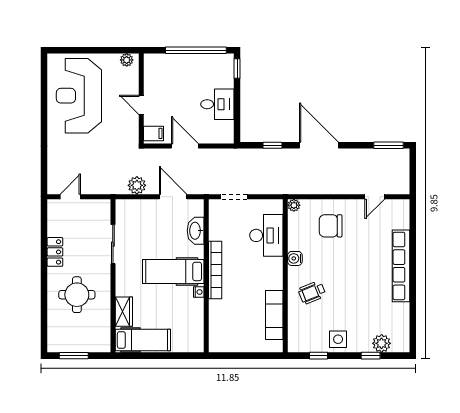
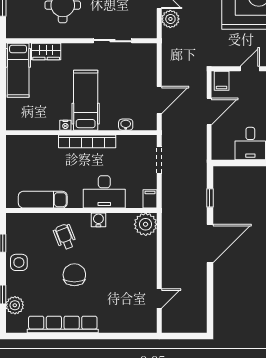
window: (389, 145) -> (210, 312), removed
plant: (137, 185) -> (170, 19), moved
door: (375, 197) -> (159, 299), swing flipped
plant: (294, 205) -> (146, 224), width x1.87, depth x1.87
filing cabinet: (274, 206) -> (150, 199), added
chair: (331, 226) -> (74, 275), moved
washbasin: (196, 231) -> (126, 125), width x0.52, depth x0.69
desk: (266, 235) -> (104, 192), moved
row of seats: (401, 266) -> (63, 324), moved

